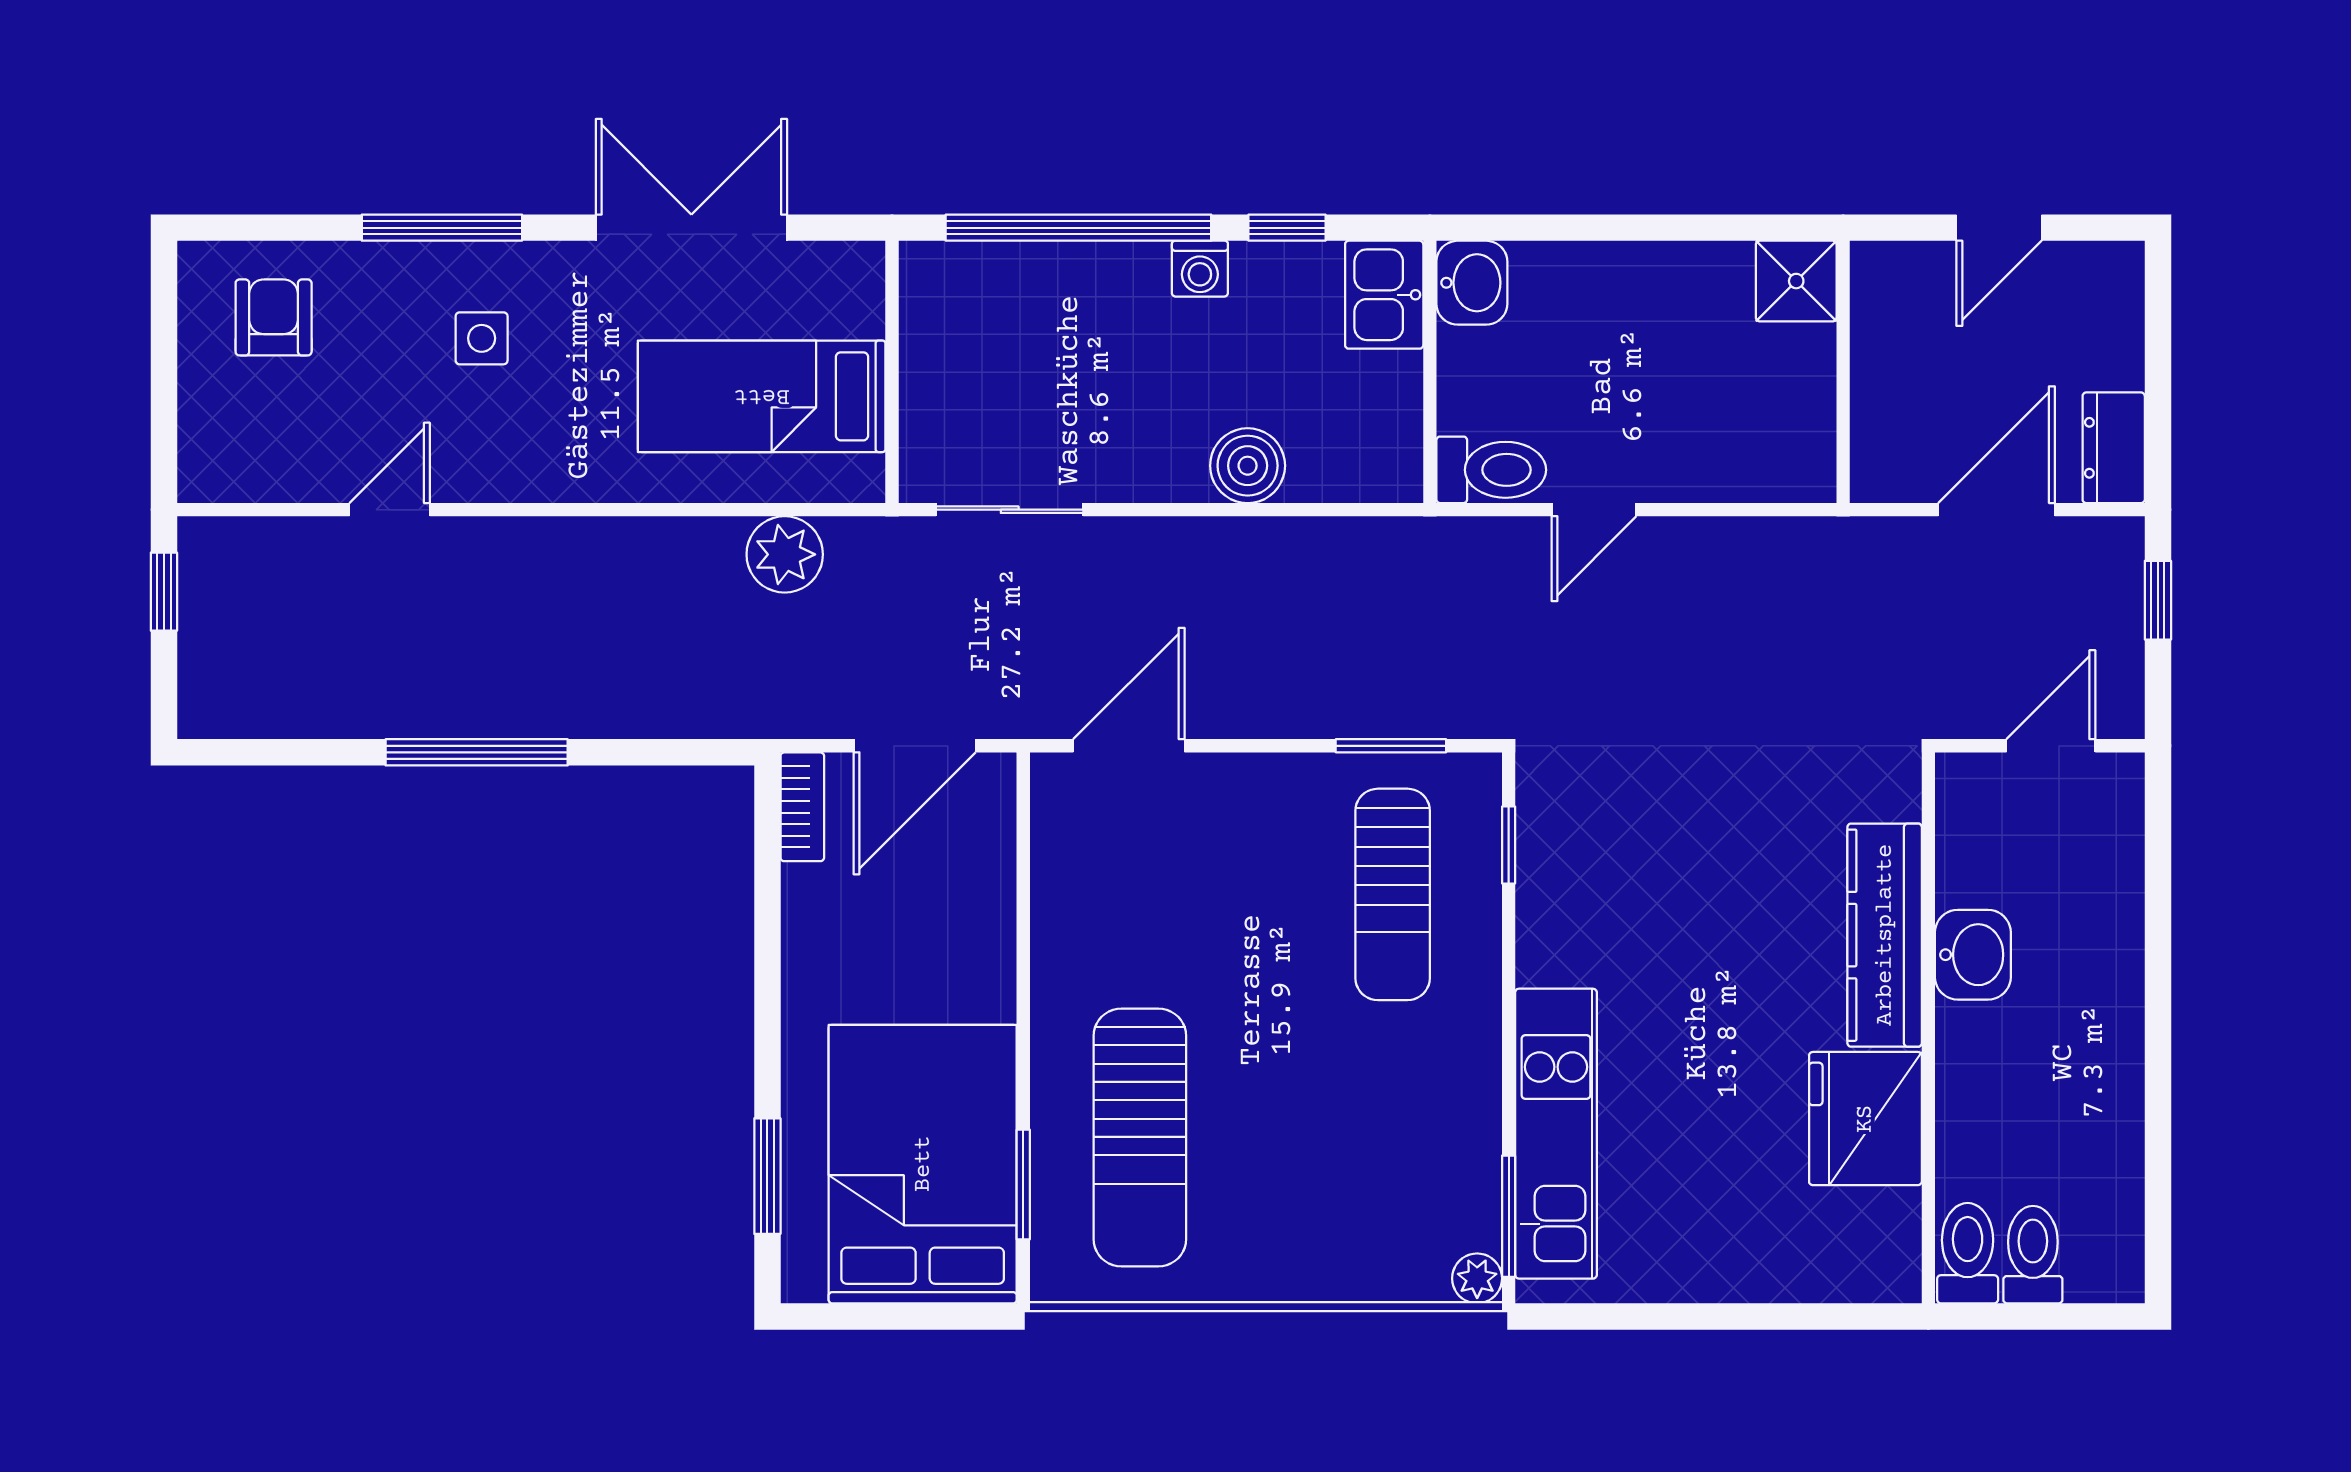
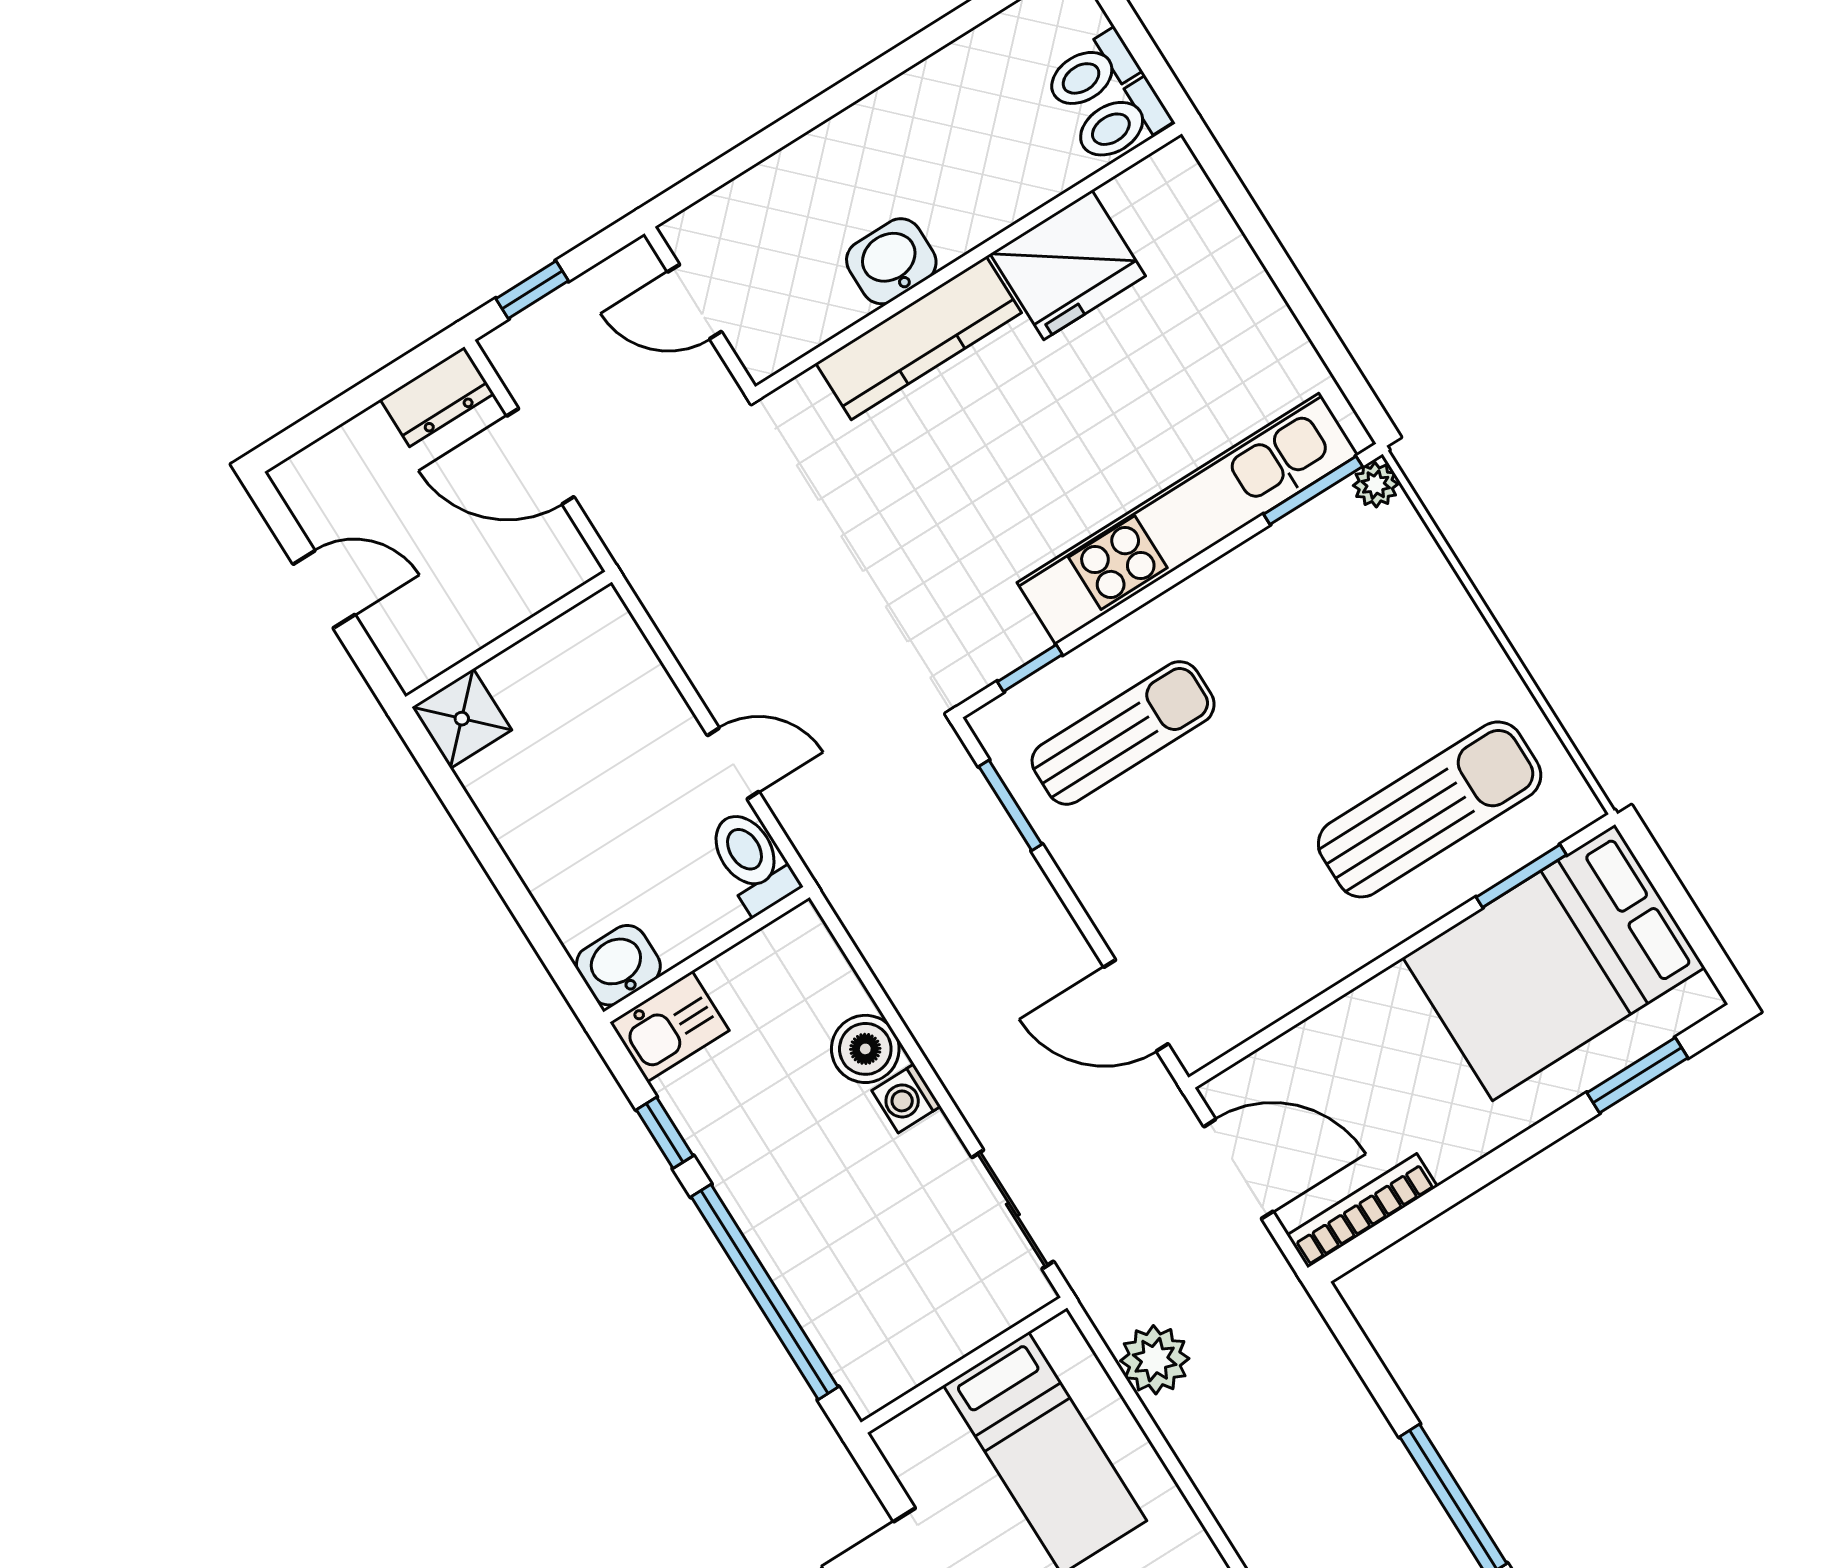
washing machine: (1200, 269) -> (906, 1098), moved, turned 180
bookcase: (802, 807) -> (1362, 1211), width x1.56
kitchen unit: (1556, 1134) -> (1187, 519), width x1.36

